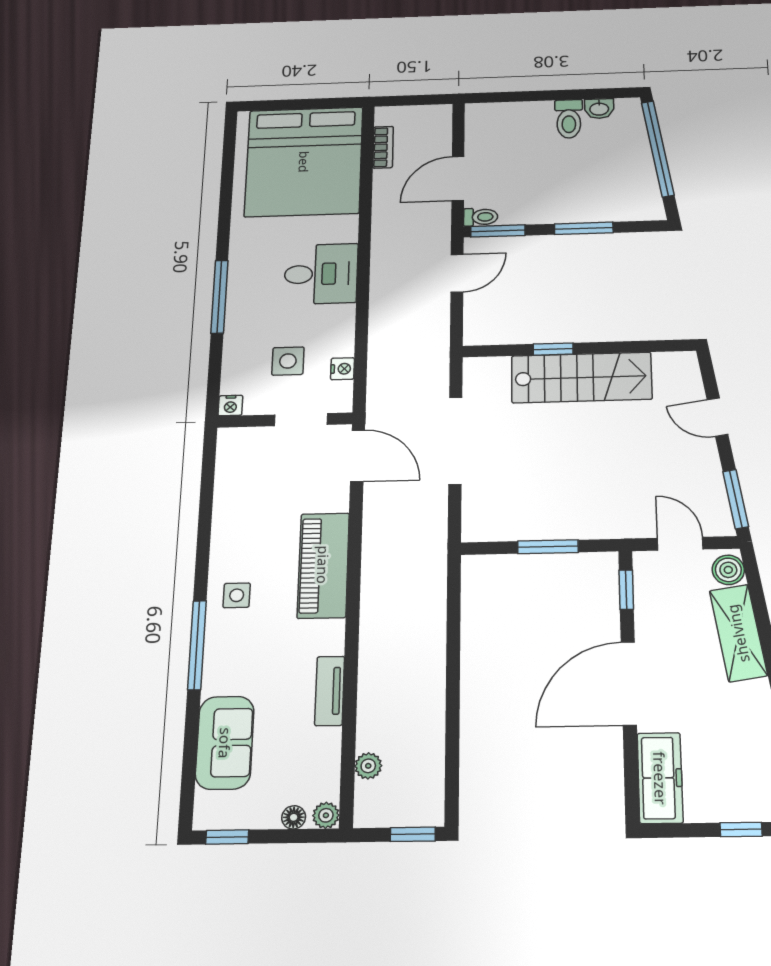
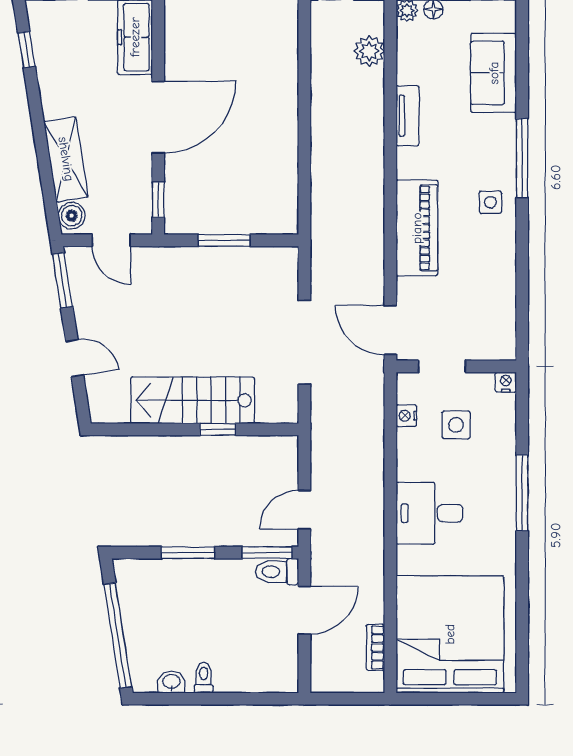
toilet: (569, 119) -> (204, 678), width x0.73, depth x0.72
toilet: (481, 217) -> (277, 572), width x1.37, depth x1.39
plant: (368, 766) -> (369, 51), width x1.38, depth x1.38

